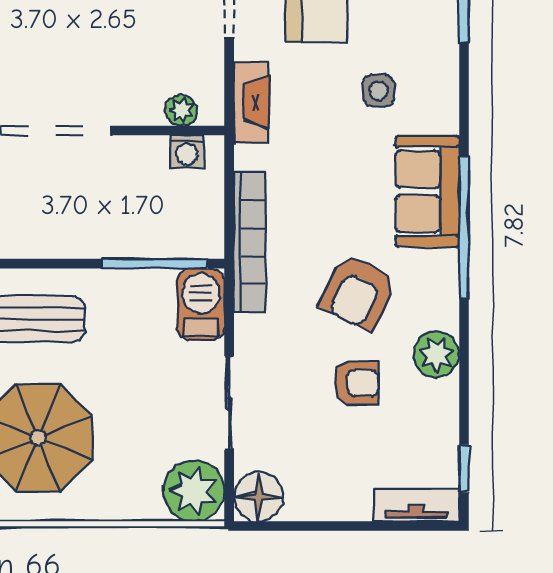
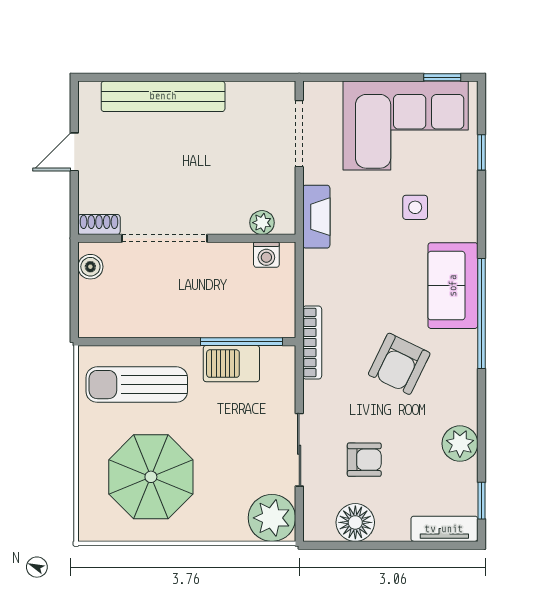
bookcase: (250, 242) -> (312, 343), width x0.68, depth x0.76
barbecue: (201, 305) -> (231, 364), moved, turned -90
plant: (436, 354) -> (460, 444), moved
armchair: (357, 383) -> (364, 460), moved
floor lamp: (259, 497) -> (355, 522), moved

